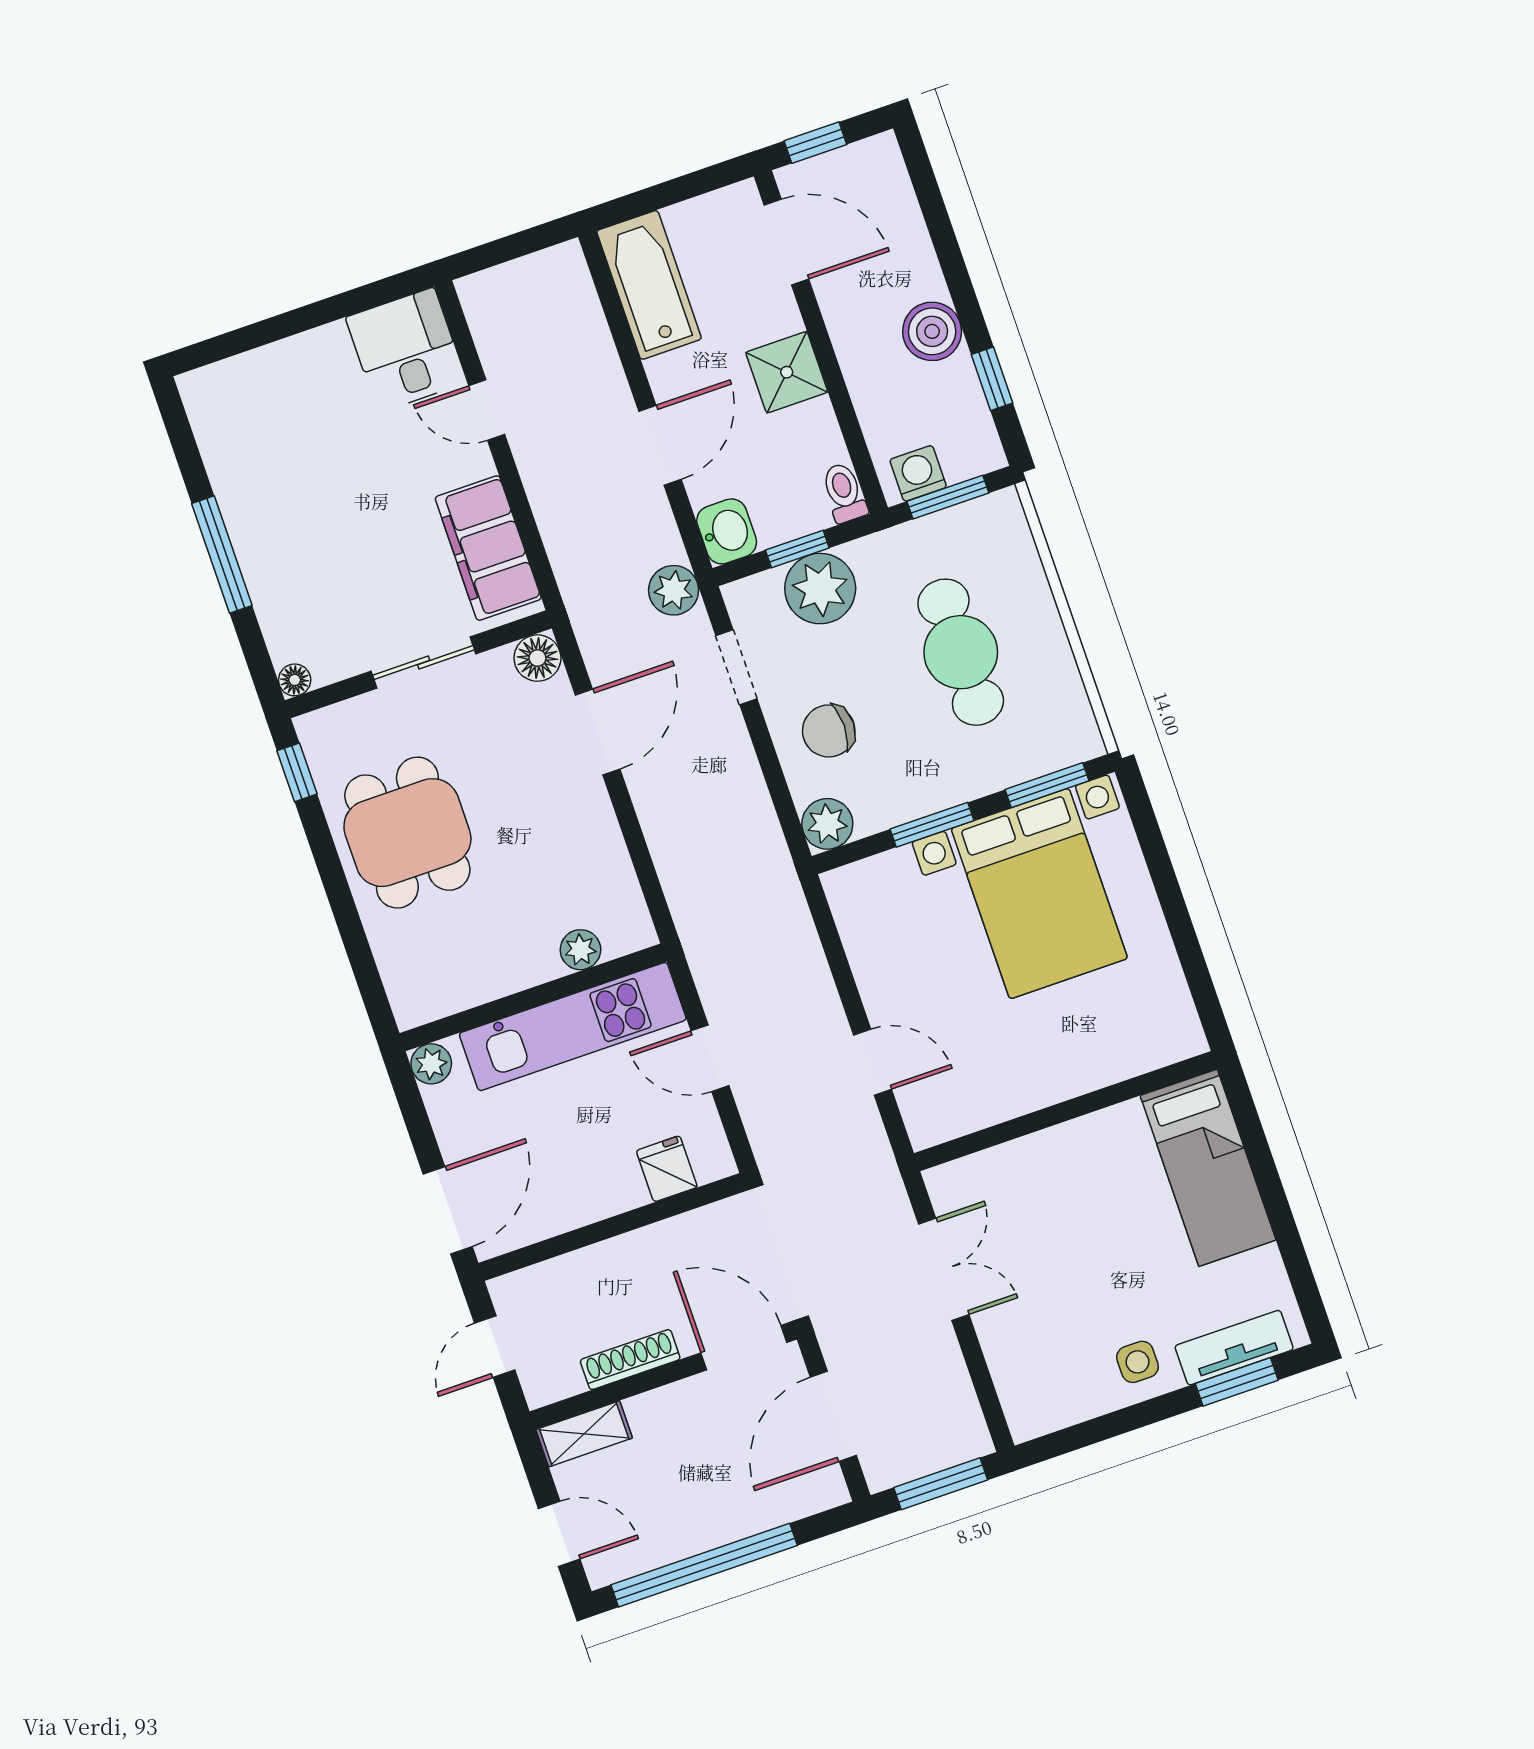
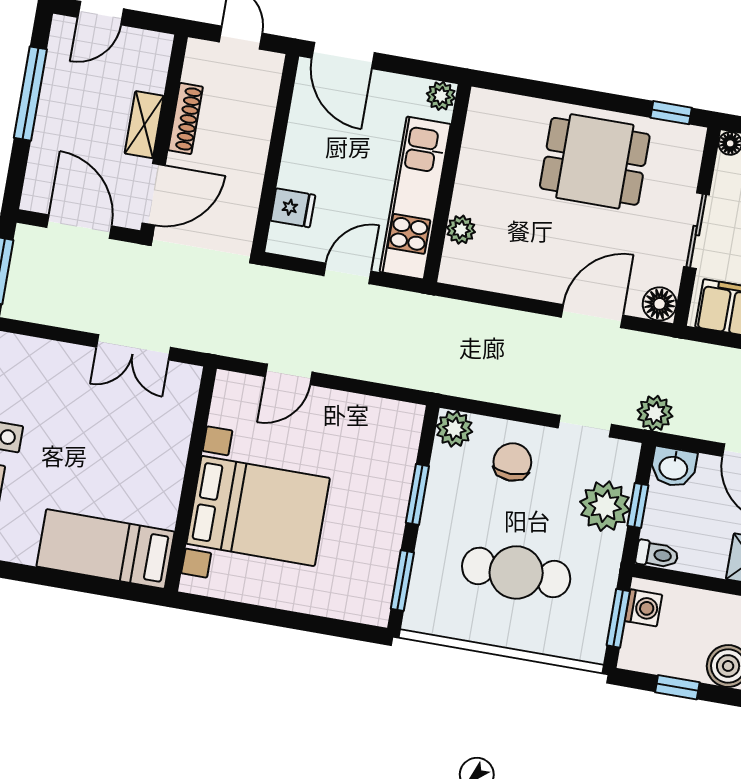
door: (598, 732) -> (592, 316), swing flipped
bed with nightstands: (1039, 894) -> (258, 511), moved, turned 180
shelving: (584, 1434) -> (144, 125), moved
window: (704, 1565) -> (30, 94), width x0.68

